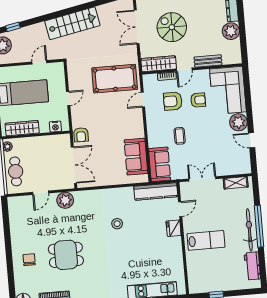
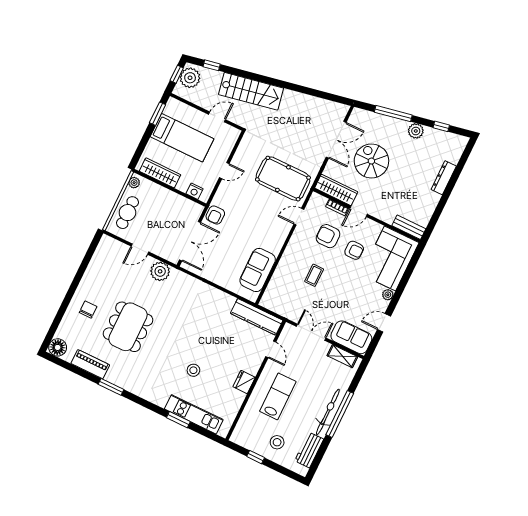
stairs: (72, 23) -> (251, 91), moved
double door: (137, 27) -> (336, 140), swing flipped
plant: (231, 31) -> (429, 201), removed
bench: (208, 61) -> (409, 227), moved
plant: (238, 122) -> (388, 295), width x0.53, depth x0.53
door: (252, 140) -> (384, 323), hinge flipped
sofa: (160, 164) -> (351, 337), moved, turned -90
door: (180, 209) -> (271, 349), hinge flipped
stool: (117, 224) -> (193, 370), moved
fridge: (174, 228) -> (244, 382), moved
lab bench: (206, 240) -> (278, 396), turned -90
dining table: (66, 255) -> (128, 327), width x1.38
stool: (225, 274) -> (277, 442), added

